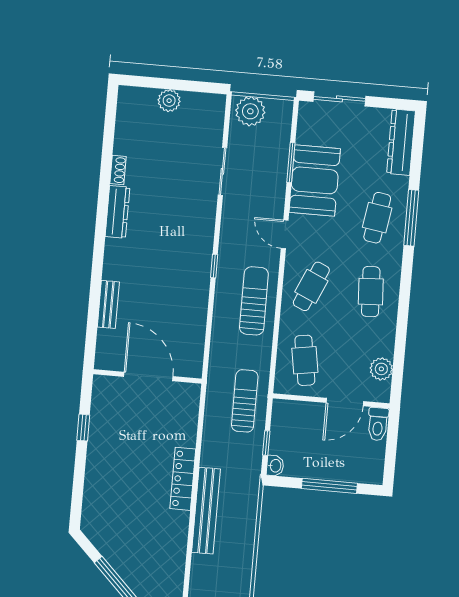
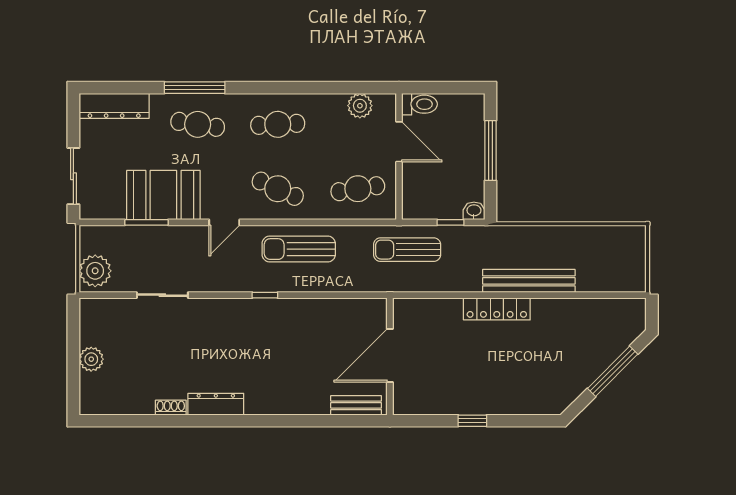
bench: (108, 304) -> (356, 405), moved
window: (83, 428) -> (472, 421), moved

